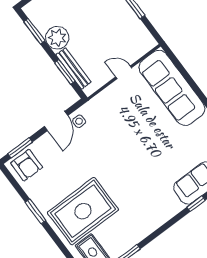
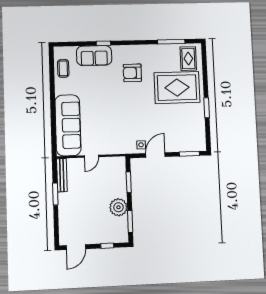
bench: (73, 68) -> (62, 175), moved
door: (124, 72) -> (91, 156), hinge flipped
armchair: (27, 165) -> (132, 73), moved, turned -90

